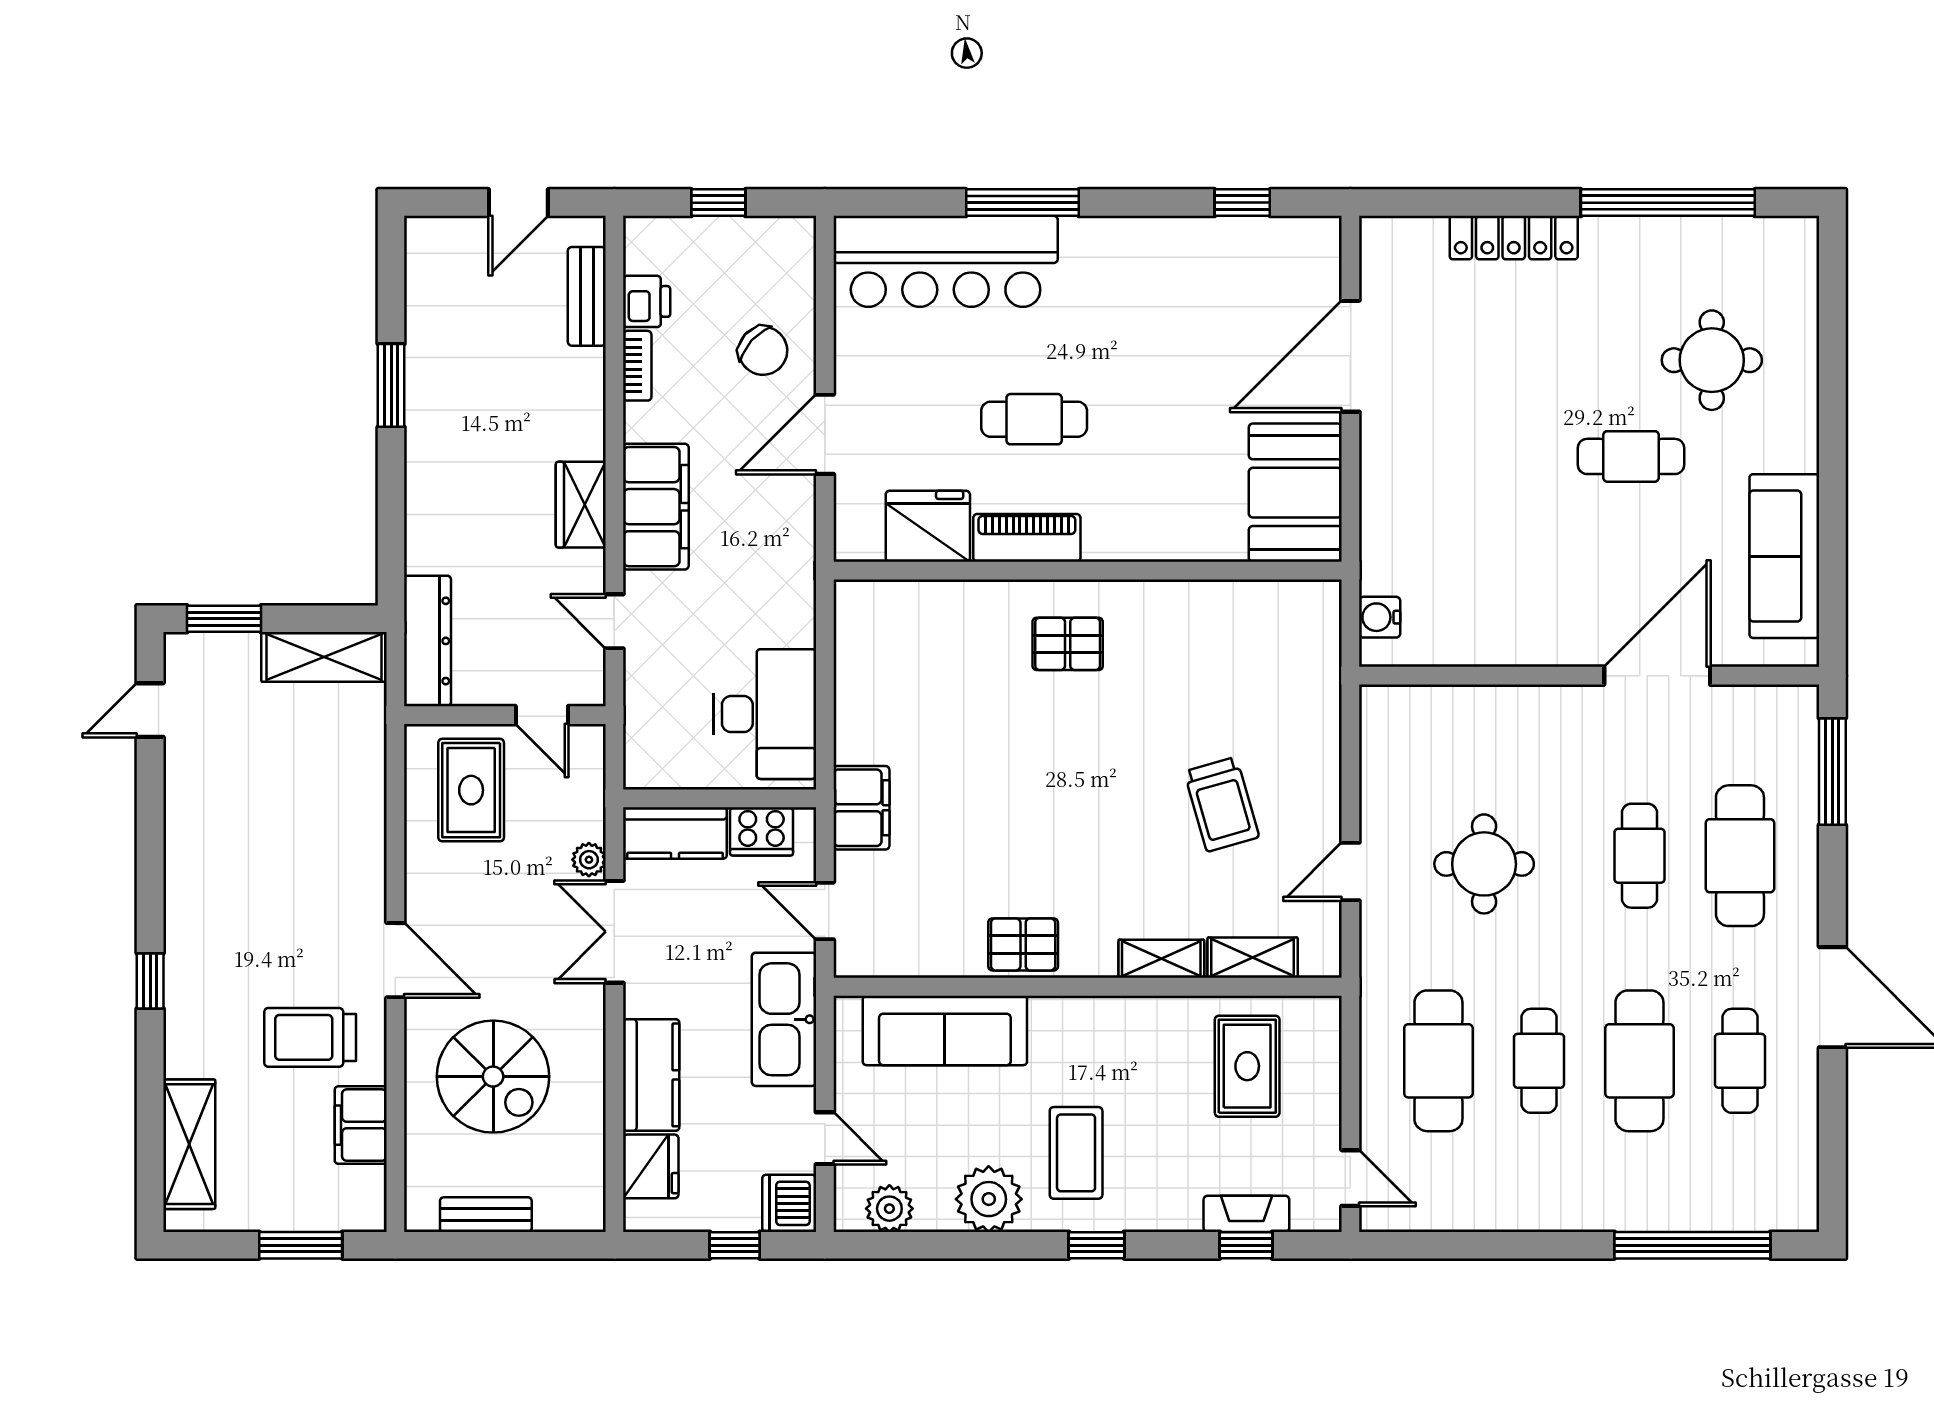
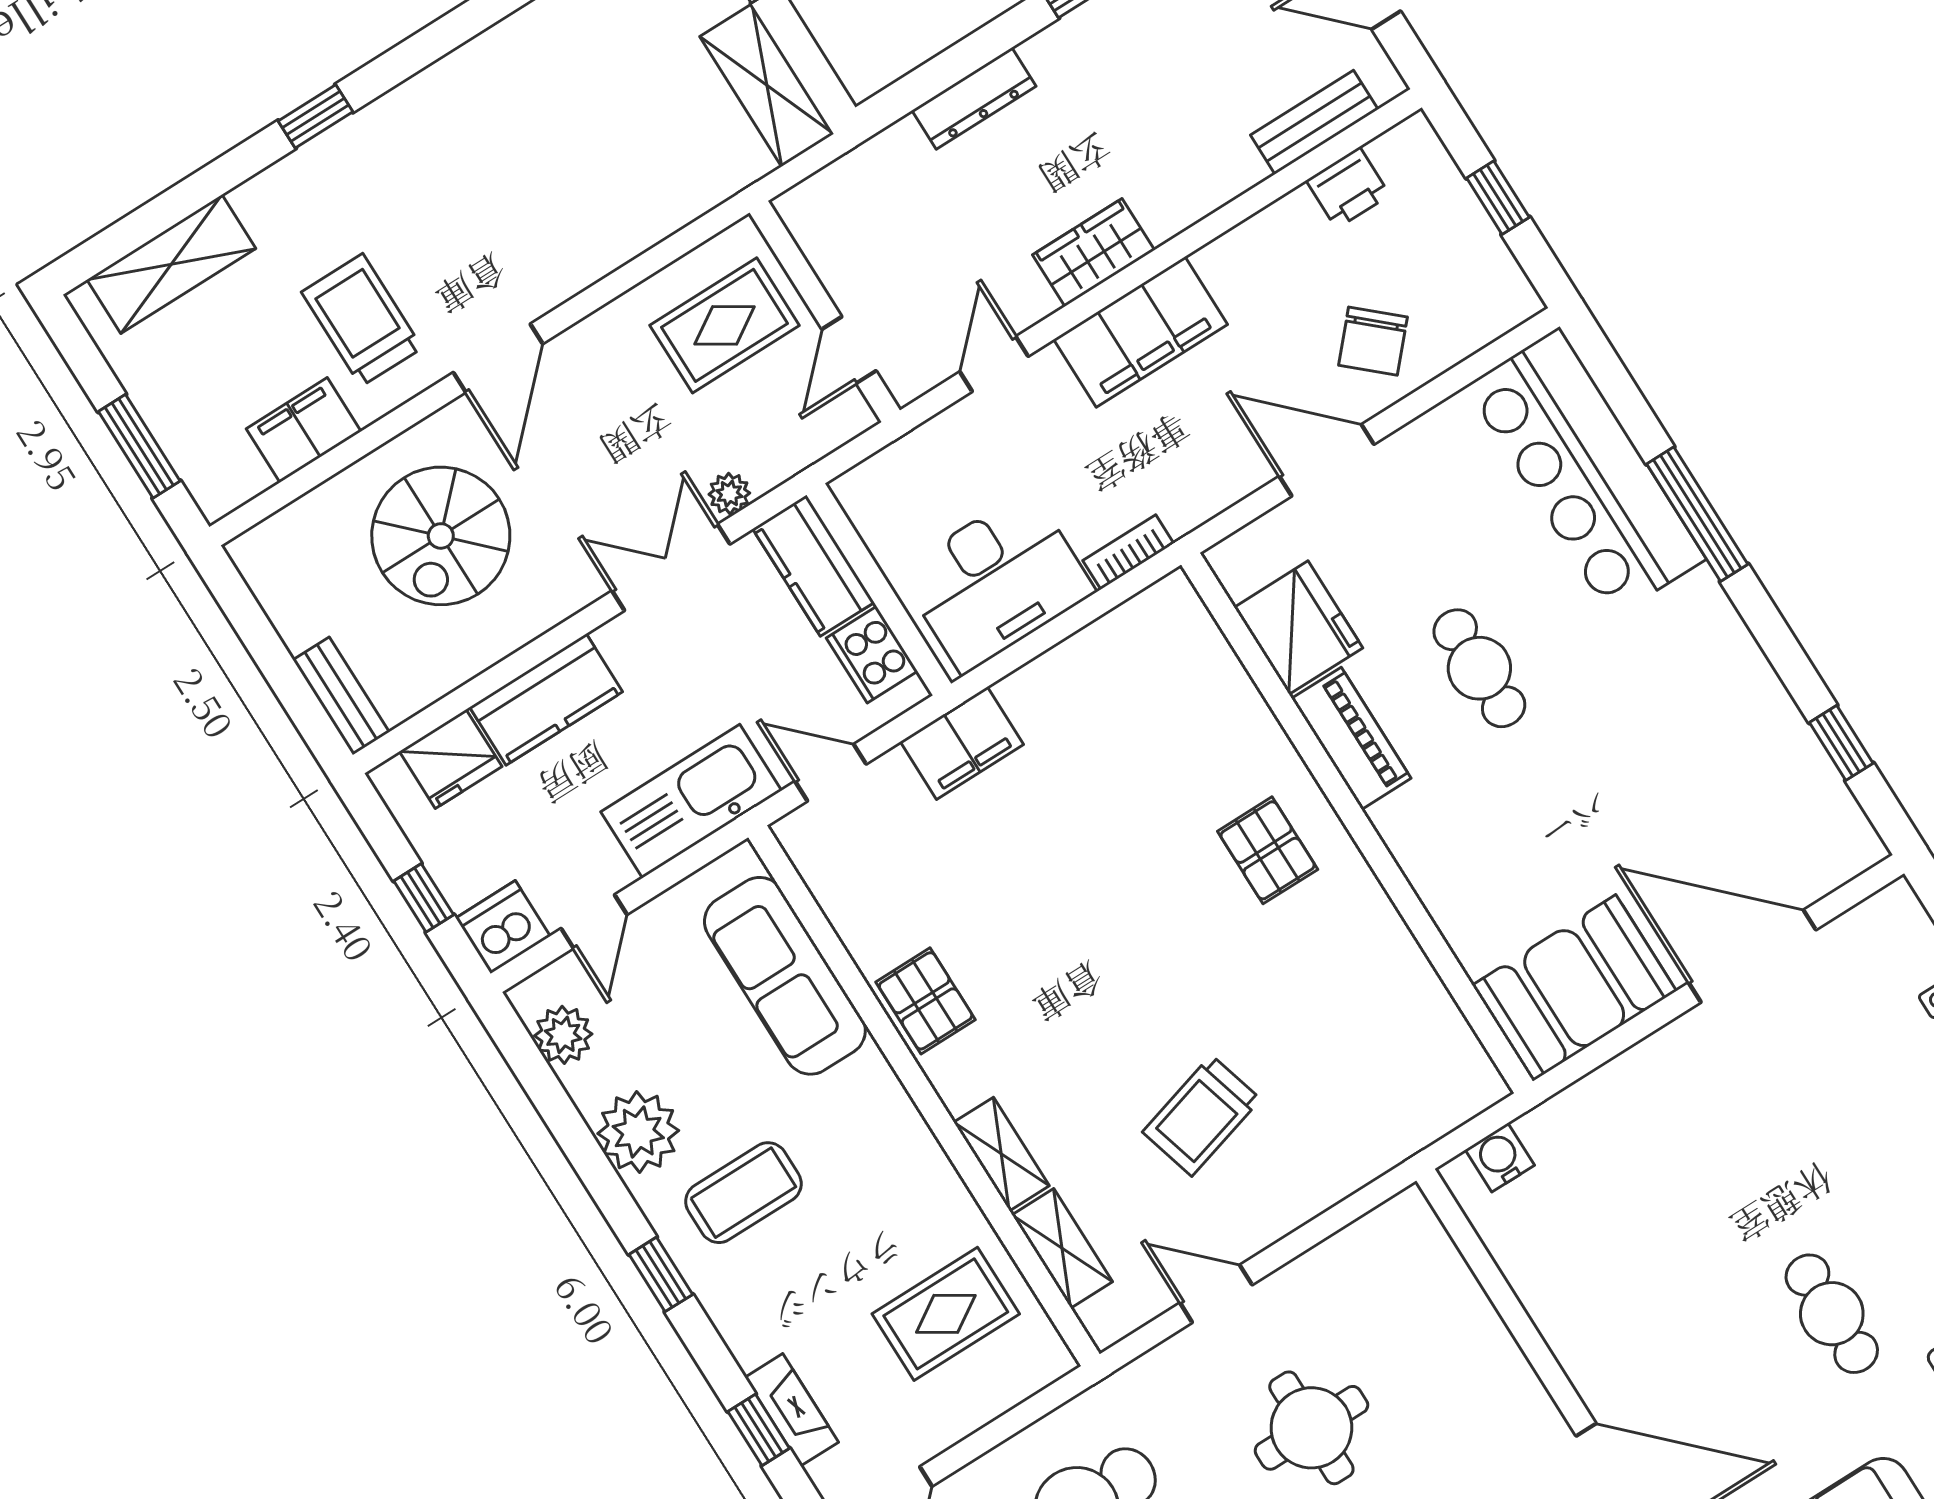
bookcase: (637, 366) -> (1128, 552), moved, turned 180
dresser: (428, 641) -> (974, 98), moved, width x0.73, depth x0.80
door: (825, 911) -> (831, 773), hinge flipped
bench: (486, 1215) -> (341, 696), moved

